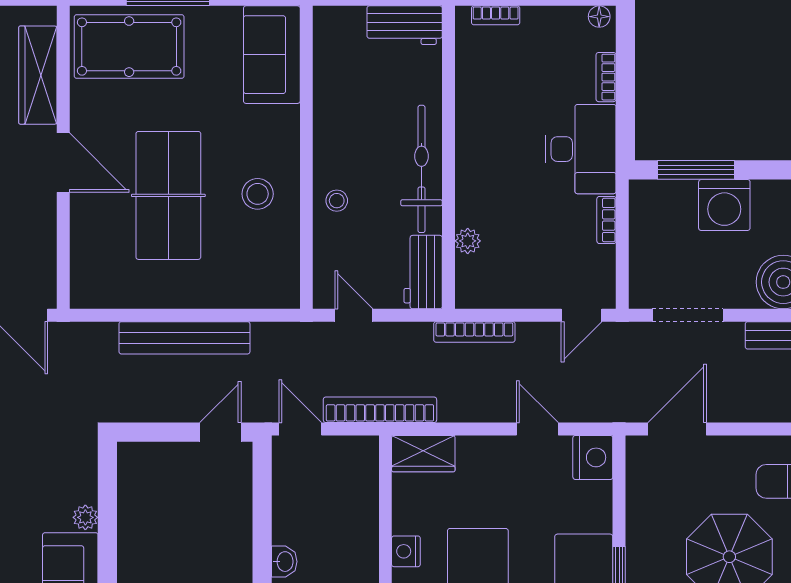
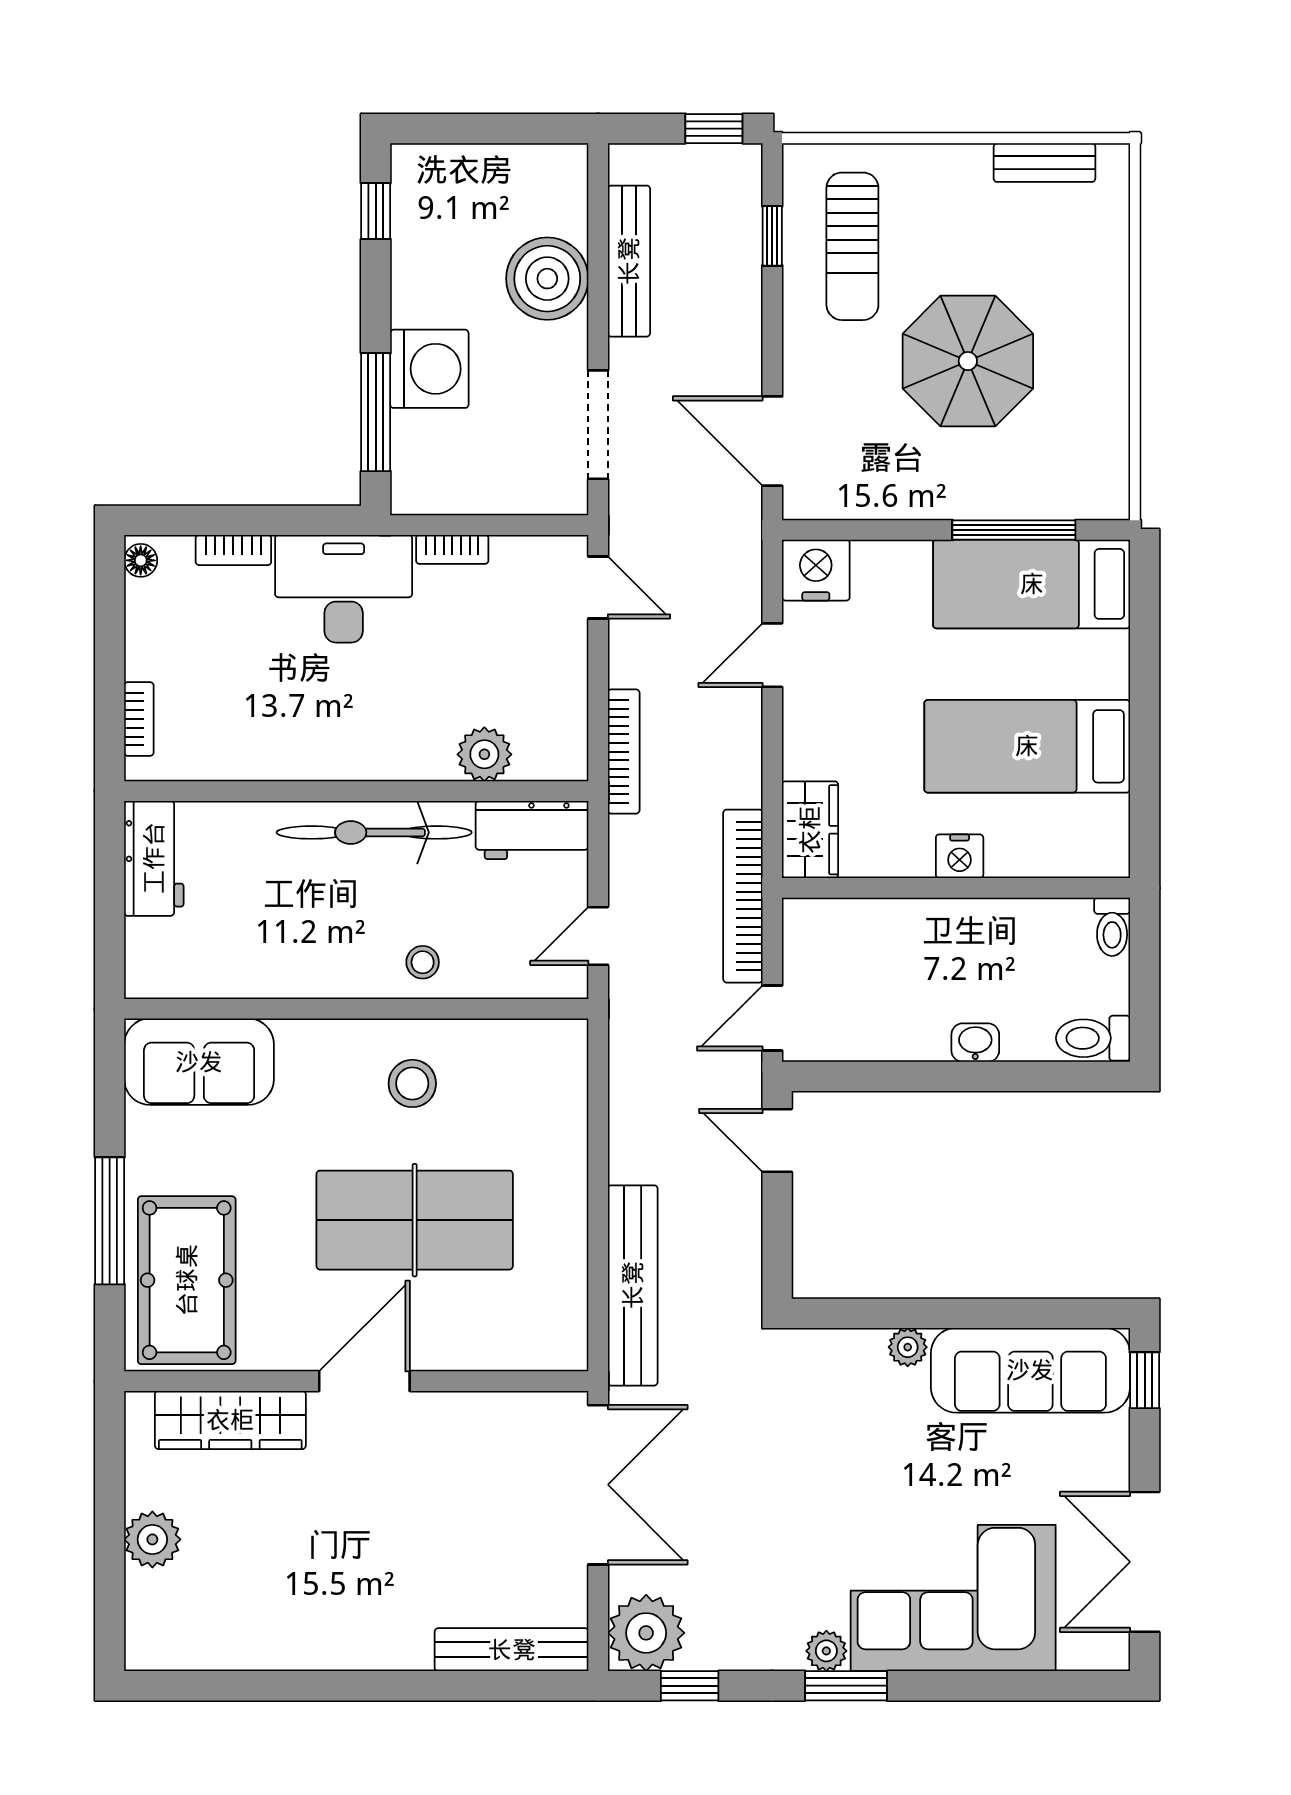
plant: (468, 241) -> (484, 754), width x1.38, depth x1.38
bench: (184, 338) -> (633, 1285), moved

